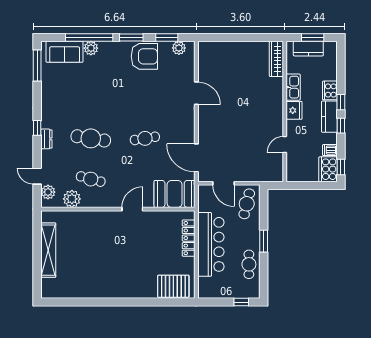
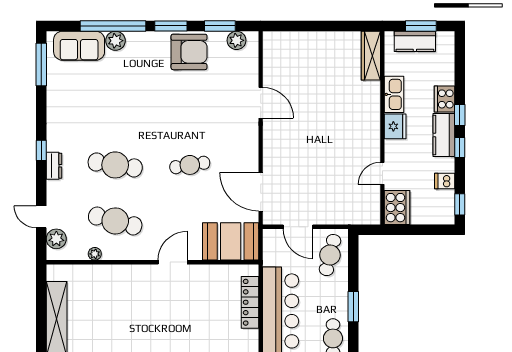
cooker: (328, 169) -> (397, 208), moved, turned 180
cafe table: (91, 179) -> (115, 221), width x1.37, depth x1.35
plant: (72, 199) -> (95, 254), width x0.53, depth x0.53

